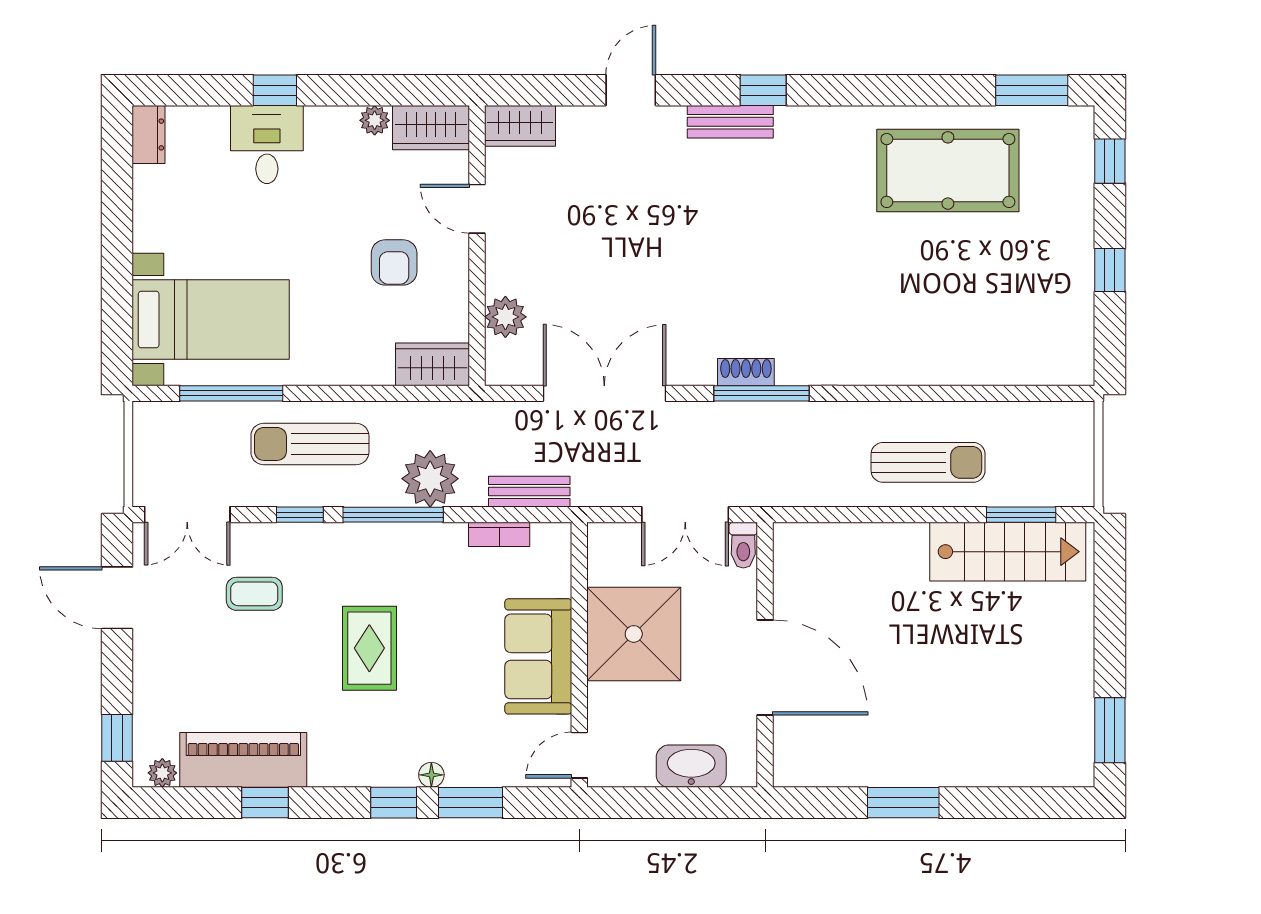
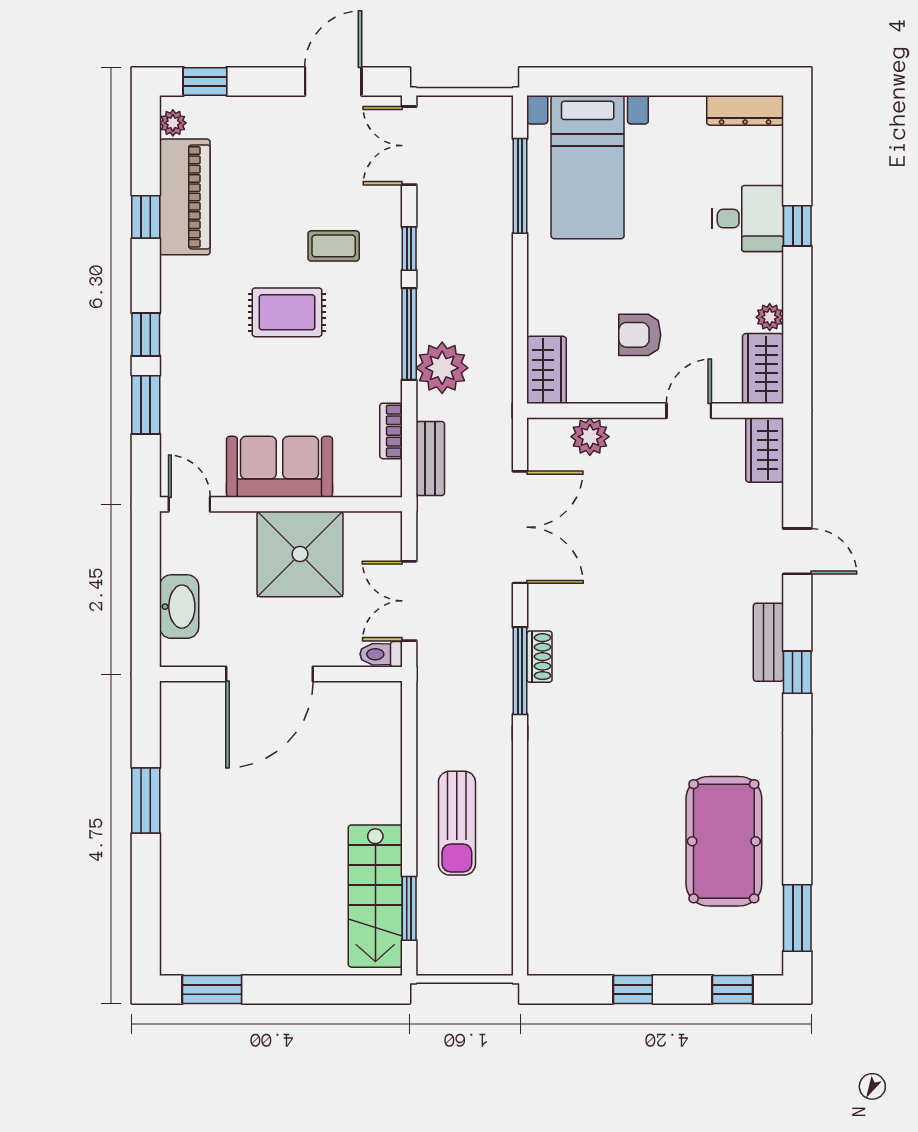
dresser: (149, 134) -> (745, 110), width x1.44
sun lounger: (310, 444) -> (474, 258), removed
coffee table: (254, 594) -> (334, 246), moved, turned 90
floor lamp: (431, 775) -> (171, 369), removed

